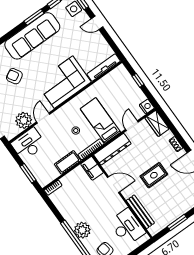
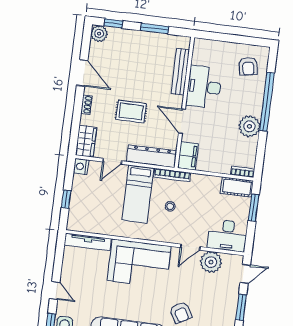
cot: (68, 162) -> (237, 187), moved
rug: (154, 175) -> (131, 111), moved
desk: (127, 227) -> (204, 87), moved
plant: (82, 230) -> (249, 126), moved

